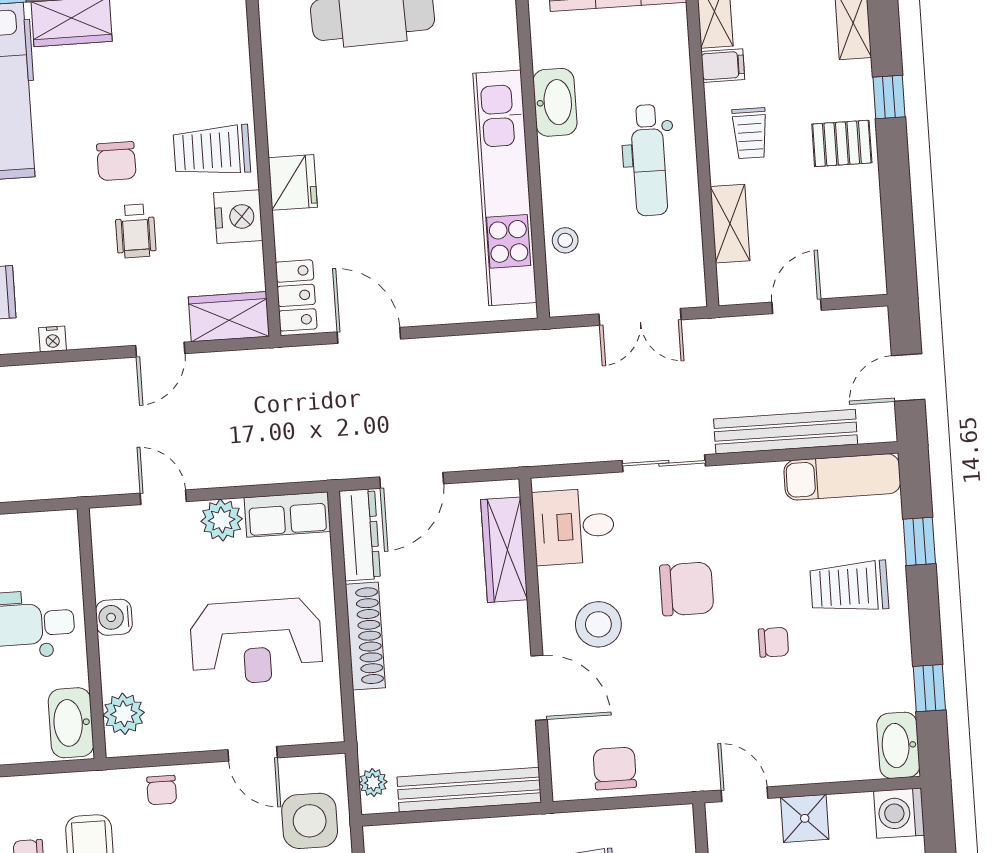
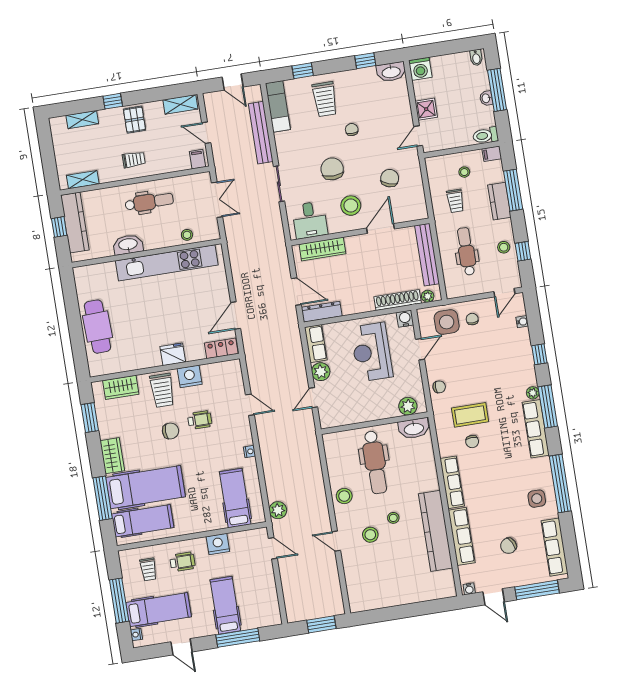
filing cabinet: (723, 66) -> (197, 159), moved
shelving: (730, 224) -> (180, 104), moved
wardrobe: (229, 317) -> (121, 387), moved, turned -90
water cooler: (114, 617) -> (405, 319), moved, turned 180
shoe rack: (365, 636) -> (398, 300), moved
reception desk: (256, 642) -> (372, 352), turned 180
chair: (615, 768) -> (390, 178), moved, turned 109

